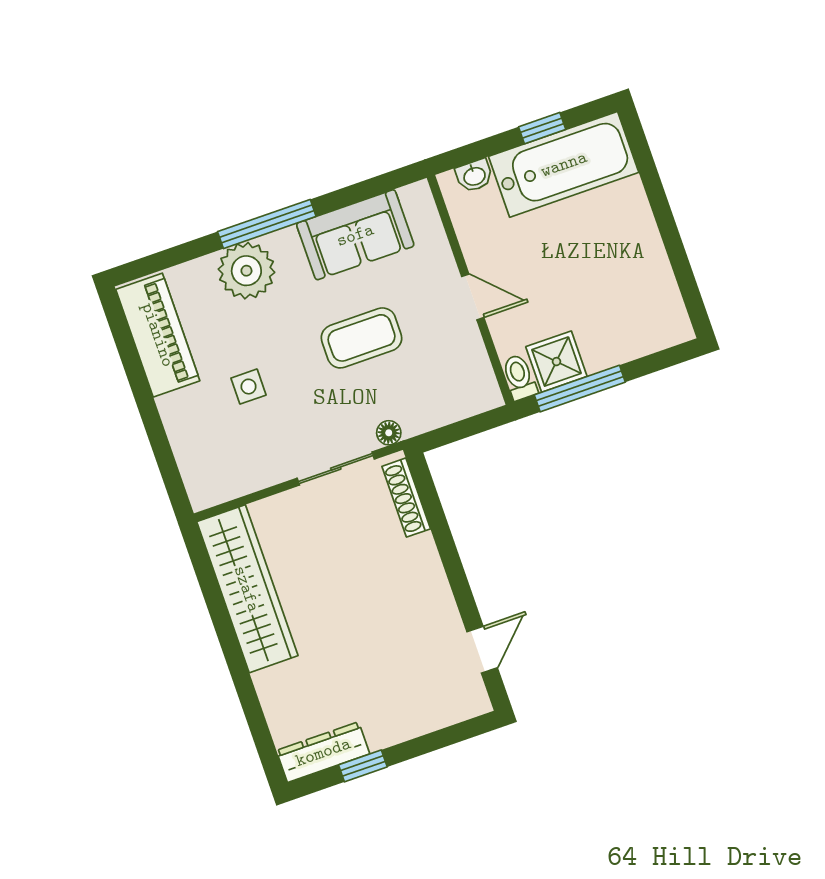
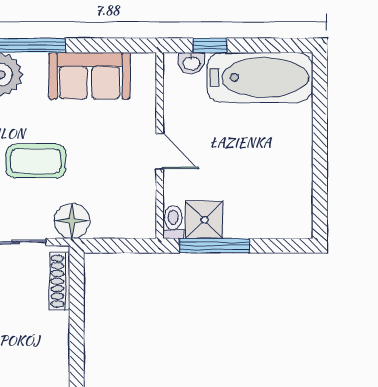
window: (542, 128) -> (210, 45), moved
coffee table: (362, 338) -> (36, 161), moved
floor lamp: (389, 433) -> (72, 221), width x1.89, depth x1.89

